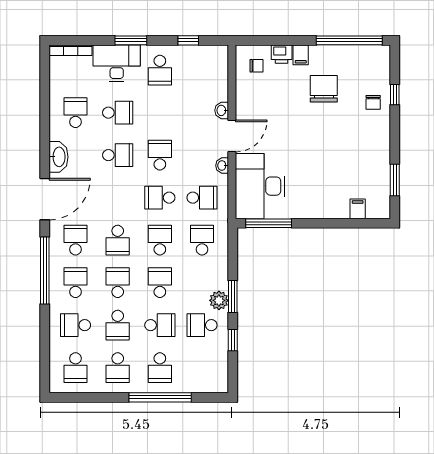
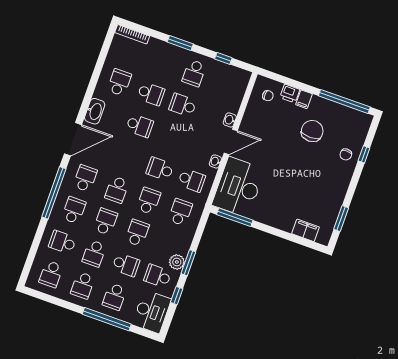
desk: (117, 63) -> (152, 312), moved, turned 90
school desk: (160, 155) -> (183, 105), moved, turned -90
filing cabinet: (358, 209) -> (306, 230), width x2.00

